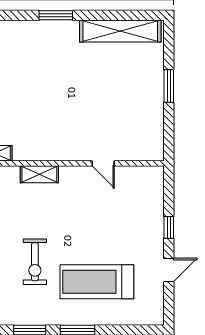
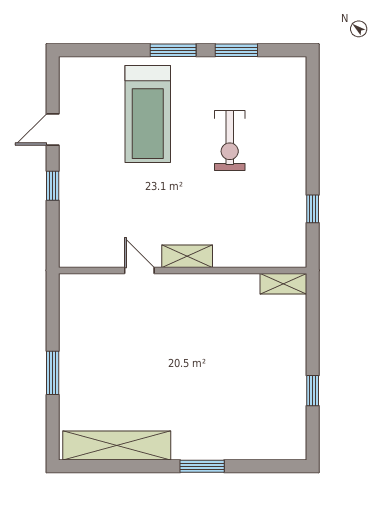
shelving: (39, 174) -> (187, 256), moved
exercise bike: (35, 262) -> (230, 140), turned 180
treadmill: (97, 282) -> (148, 114), turned 90

